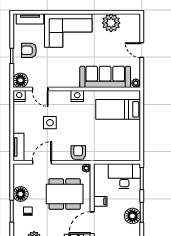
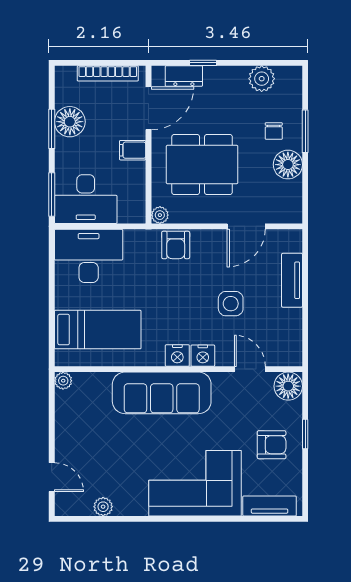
plant: (111, 23) -> (103, 507), width x0.53, depth x0.53
door: (142, 50) -> (52, 477), moved
sofa: (105, 77) -> (162, 393), moved
nightstand: (19, 96) -> (203, 356), moved
tv unit: (18, 147) -> (292, 280), moved
desk: (123, 147) -> (89, 256), added

